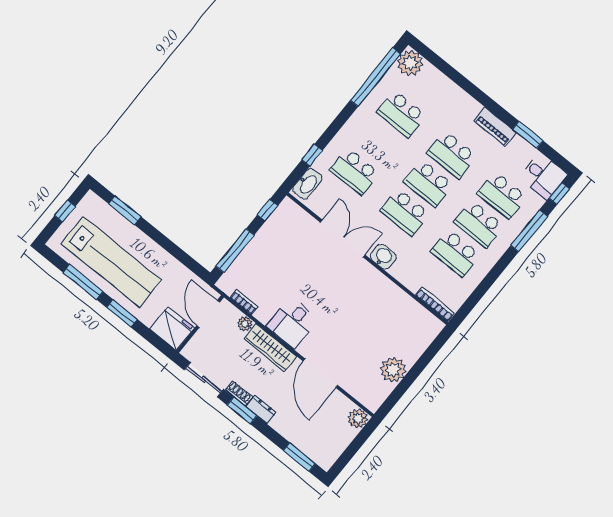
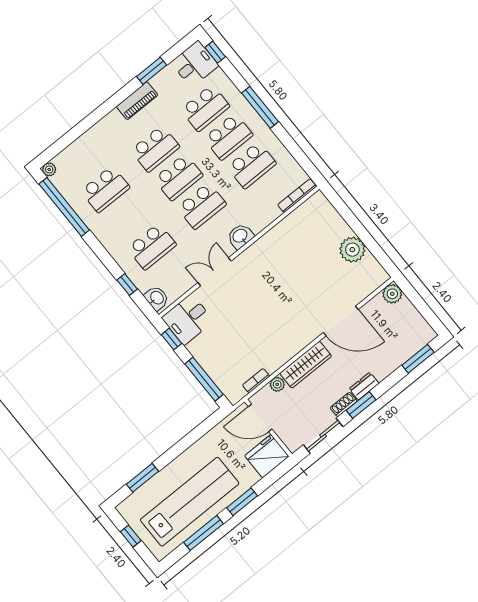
plant: (410, 63) -> (49, 169), width x0.53, depth x0.53
washbasin: (308, 184) -> (157, 298), width x0.72
window: (529, 231) -> (260, 107), moved
double door: (343, 239) -> (215, 272), width x0.73
desk: (292, 323) -> (188, 319), moved, turned 90

